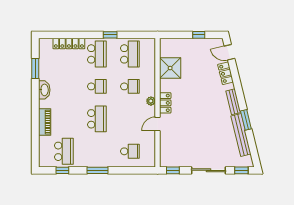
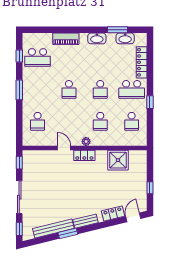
school desk: (130, 54) -> (132, 121), width x0.54
washbasin: (44, 61) -> (125, 38), added
school desk: (97, 119) -> (69, 89), width x0.54

